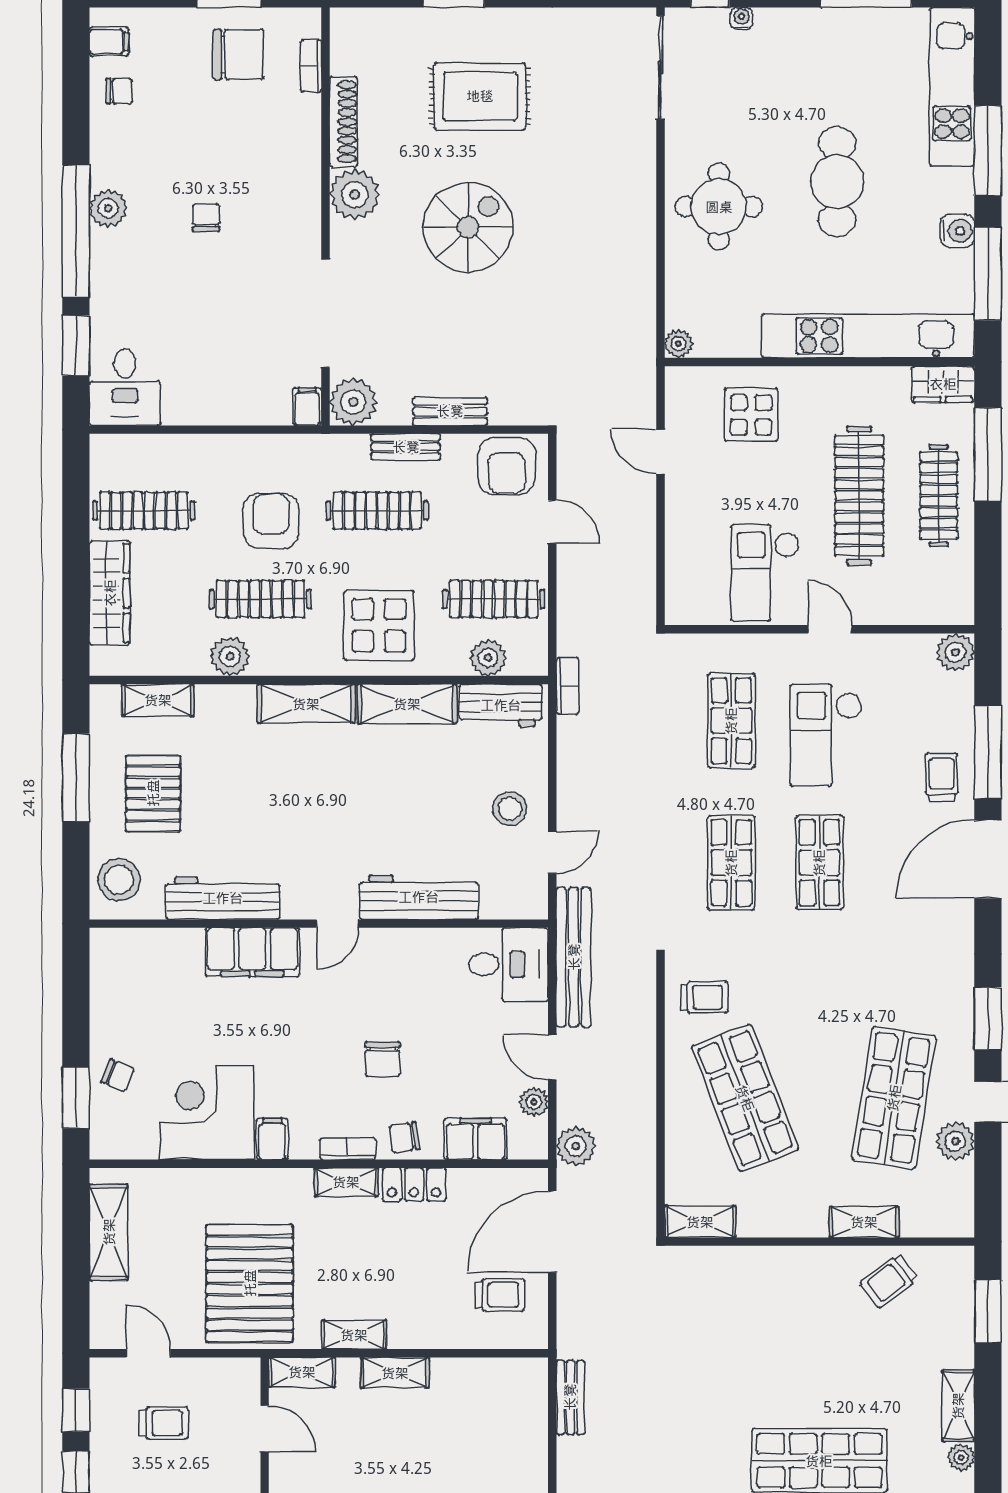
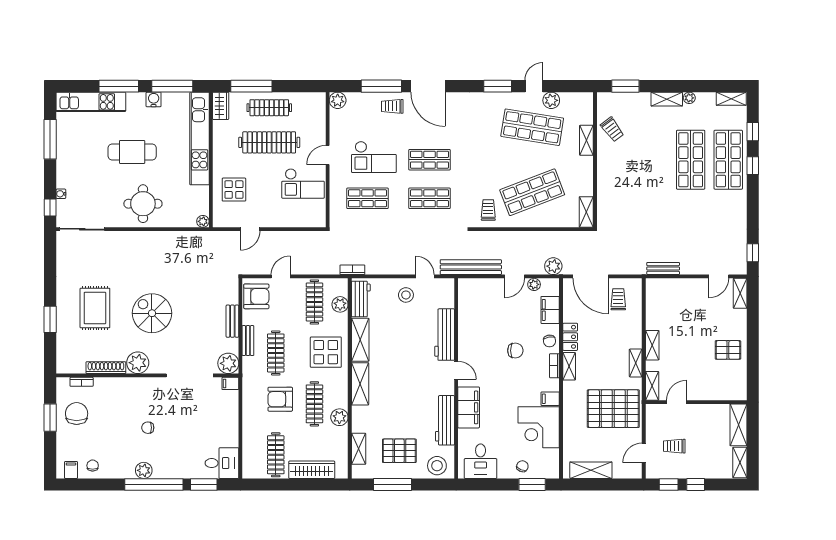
desk: (508, 964) -> (481, 461), moved, turned 180
trolley: (164, 1423) -> (674, 446), turned -90

